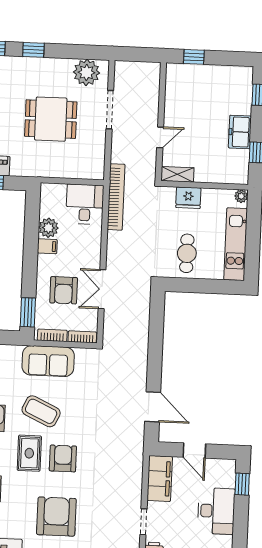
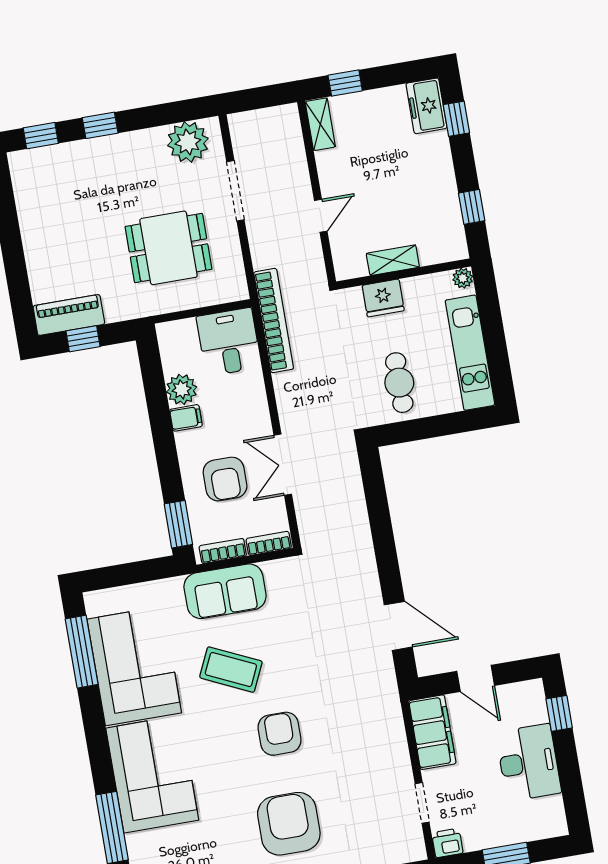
shelving: (173, 79) -> (320, 124), added
dining table: (51, 119) -> (168, 248), moved
freezer: (240, 132) -> (426, 106), moved
shelving: (177, 174) -> (393, 260), moved
rug: (29, 453) -> (227, 737), removed

